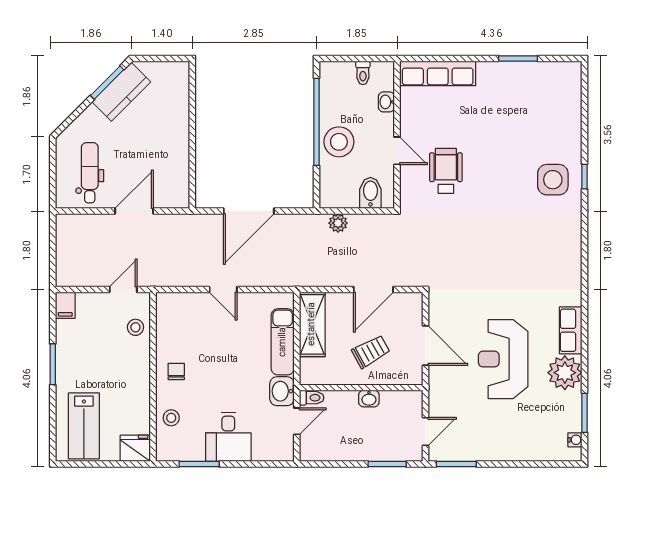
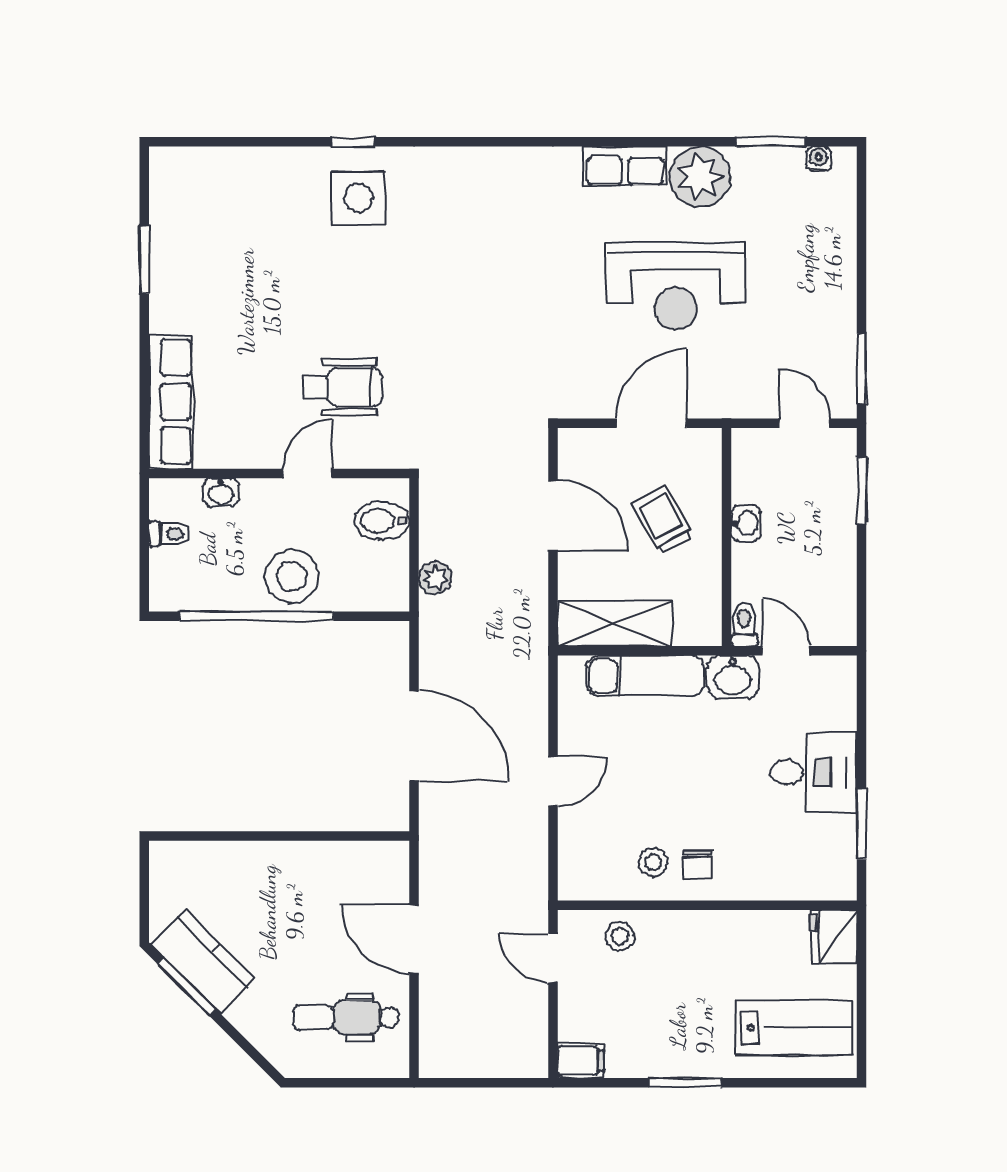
wheelchair: (446, 171) -> (343, 387), turned 180
chair: (176, 371) -> (698, 864), turned -90
stool: (171, 418) -> (653, 862), moved

